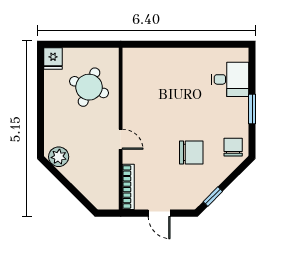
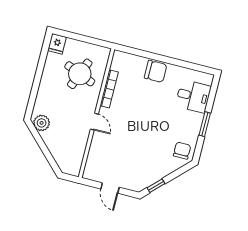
chair: (191, 153) -> (156, 71), moved
bookcase: (128, 187) -> (109, 89), moved

